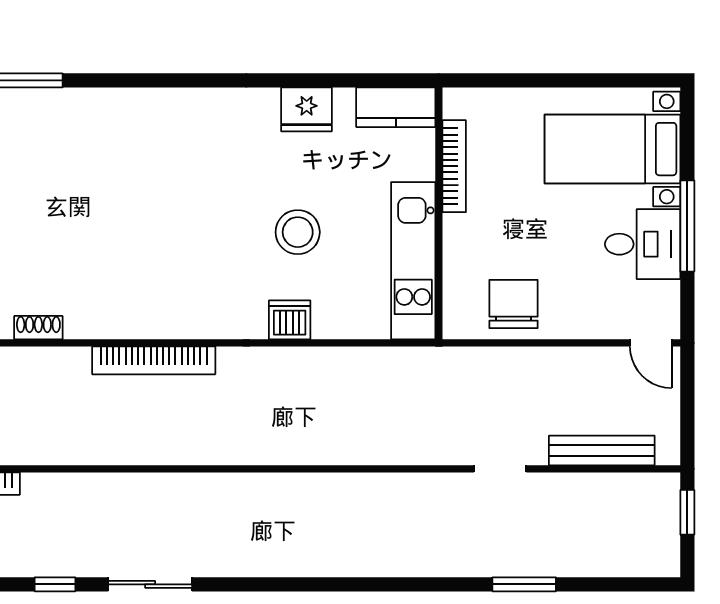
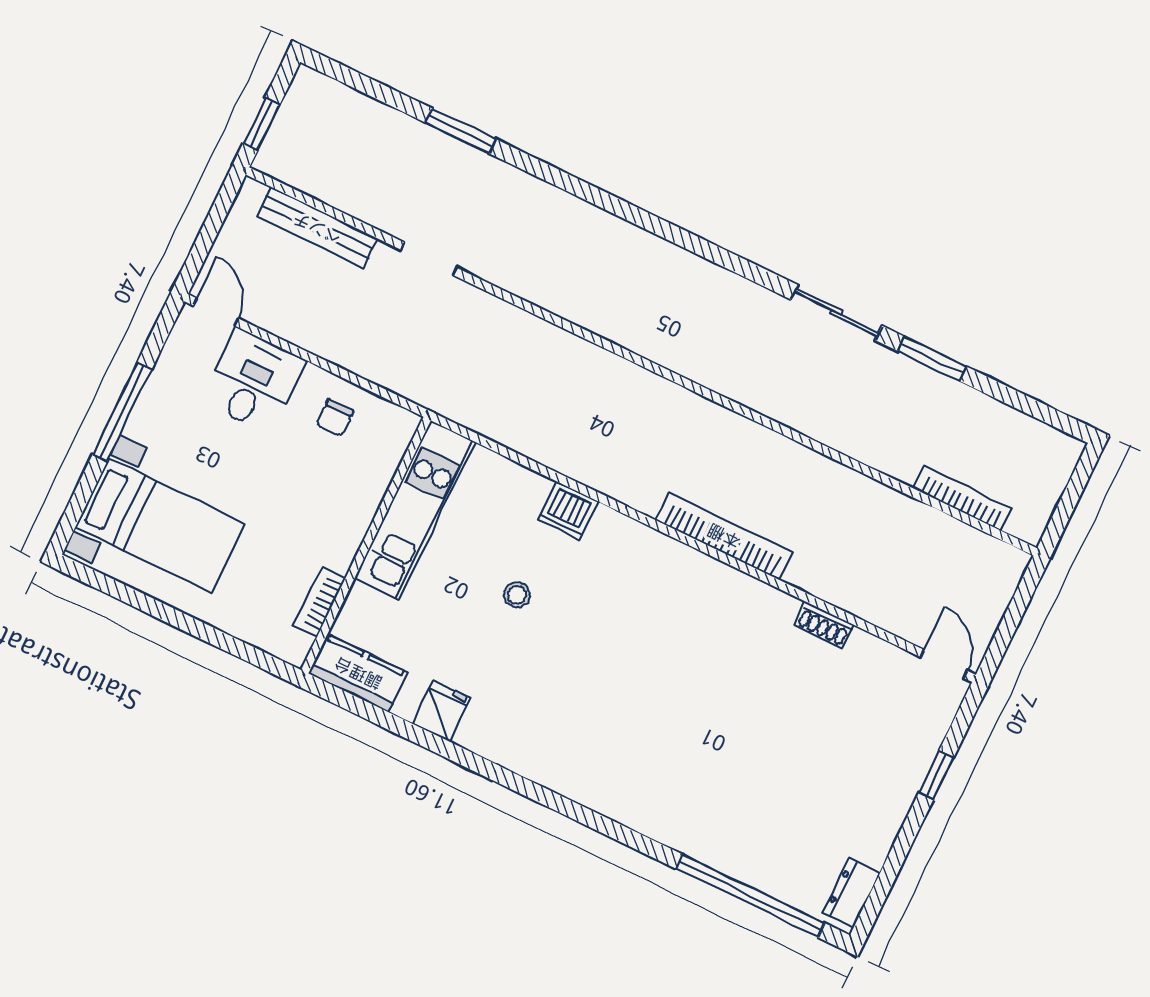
fridge: (307, 109) -> (441, 711), width x0.72
bookcase: (454, 166) -> (320, 602), width x0.64
stool: (298, 232) -> (517, 595), width x0.53, depth x0.53
desk: (643, 244) -> (253, 381), moved, turned 90
chair: (514, 304) -> (335, 418), width x0.54, depth x0.54
window: (55, 584) -> (932, 359), width x1.50

